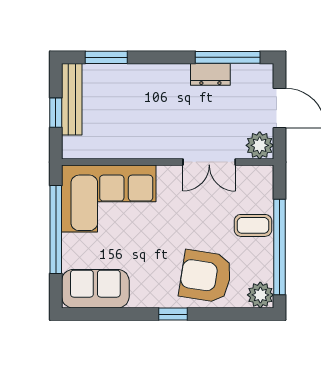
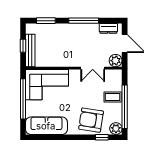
window: (228, 57) -> (84, 21), moved
dresser: (210, 74) -> (108, 28), moved
bench: (72, 99) -> (30, 51), moved
sofa: (95, 289) -> (46, 126), width x1.36
window: (173, 314) -> (102, 137), moved

